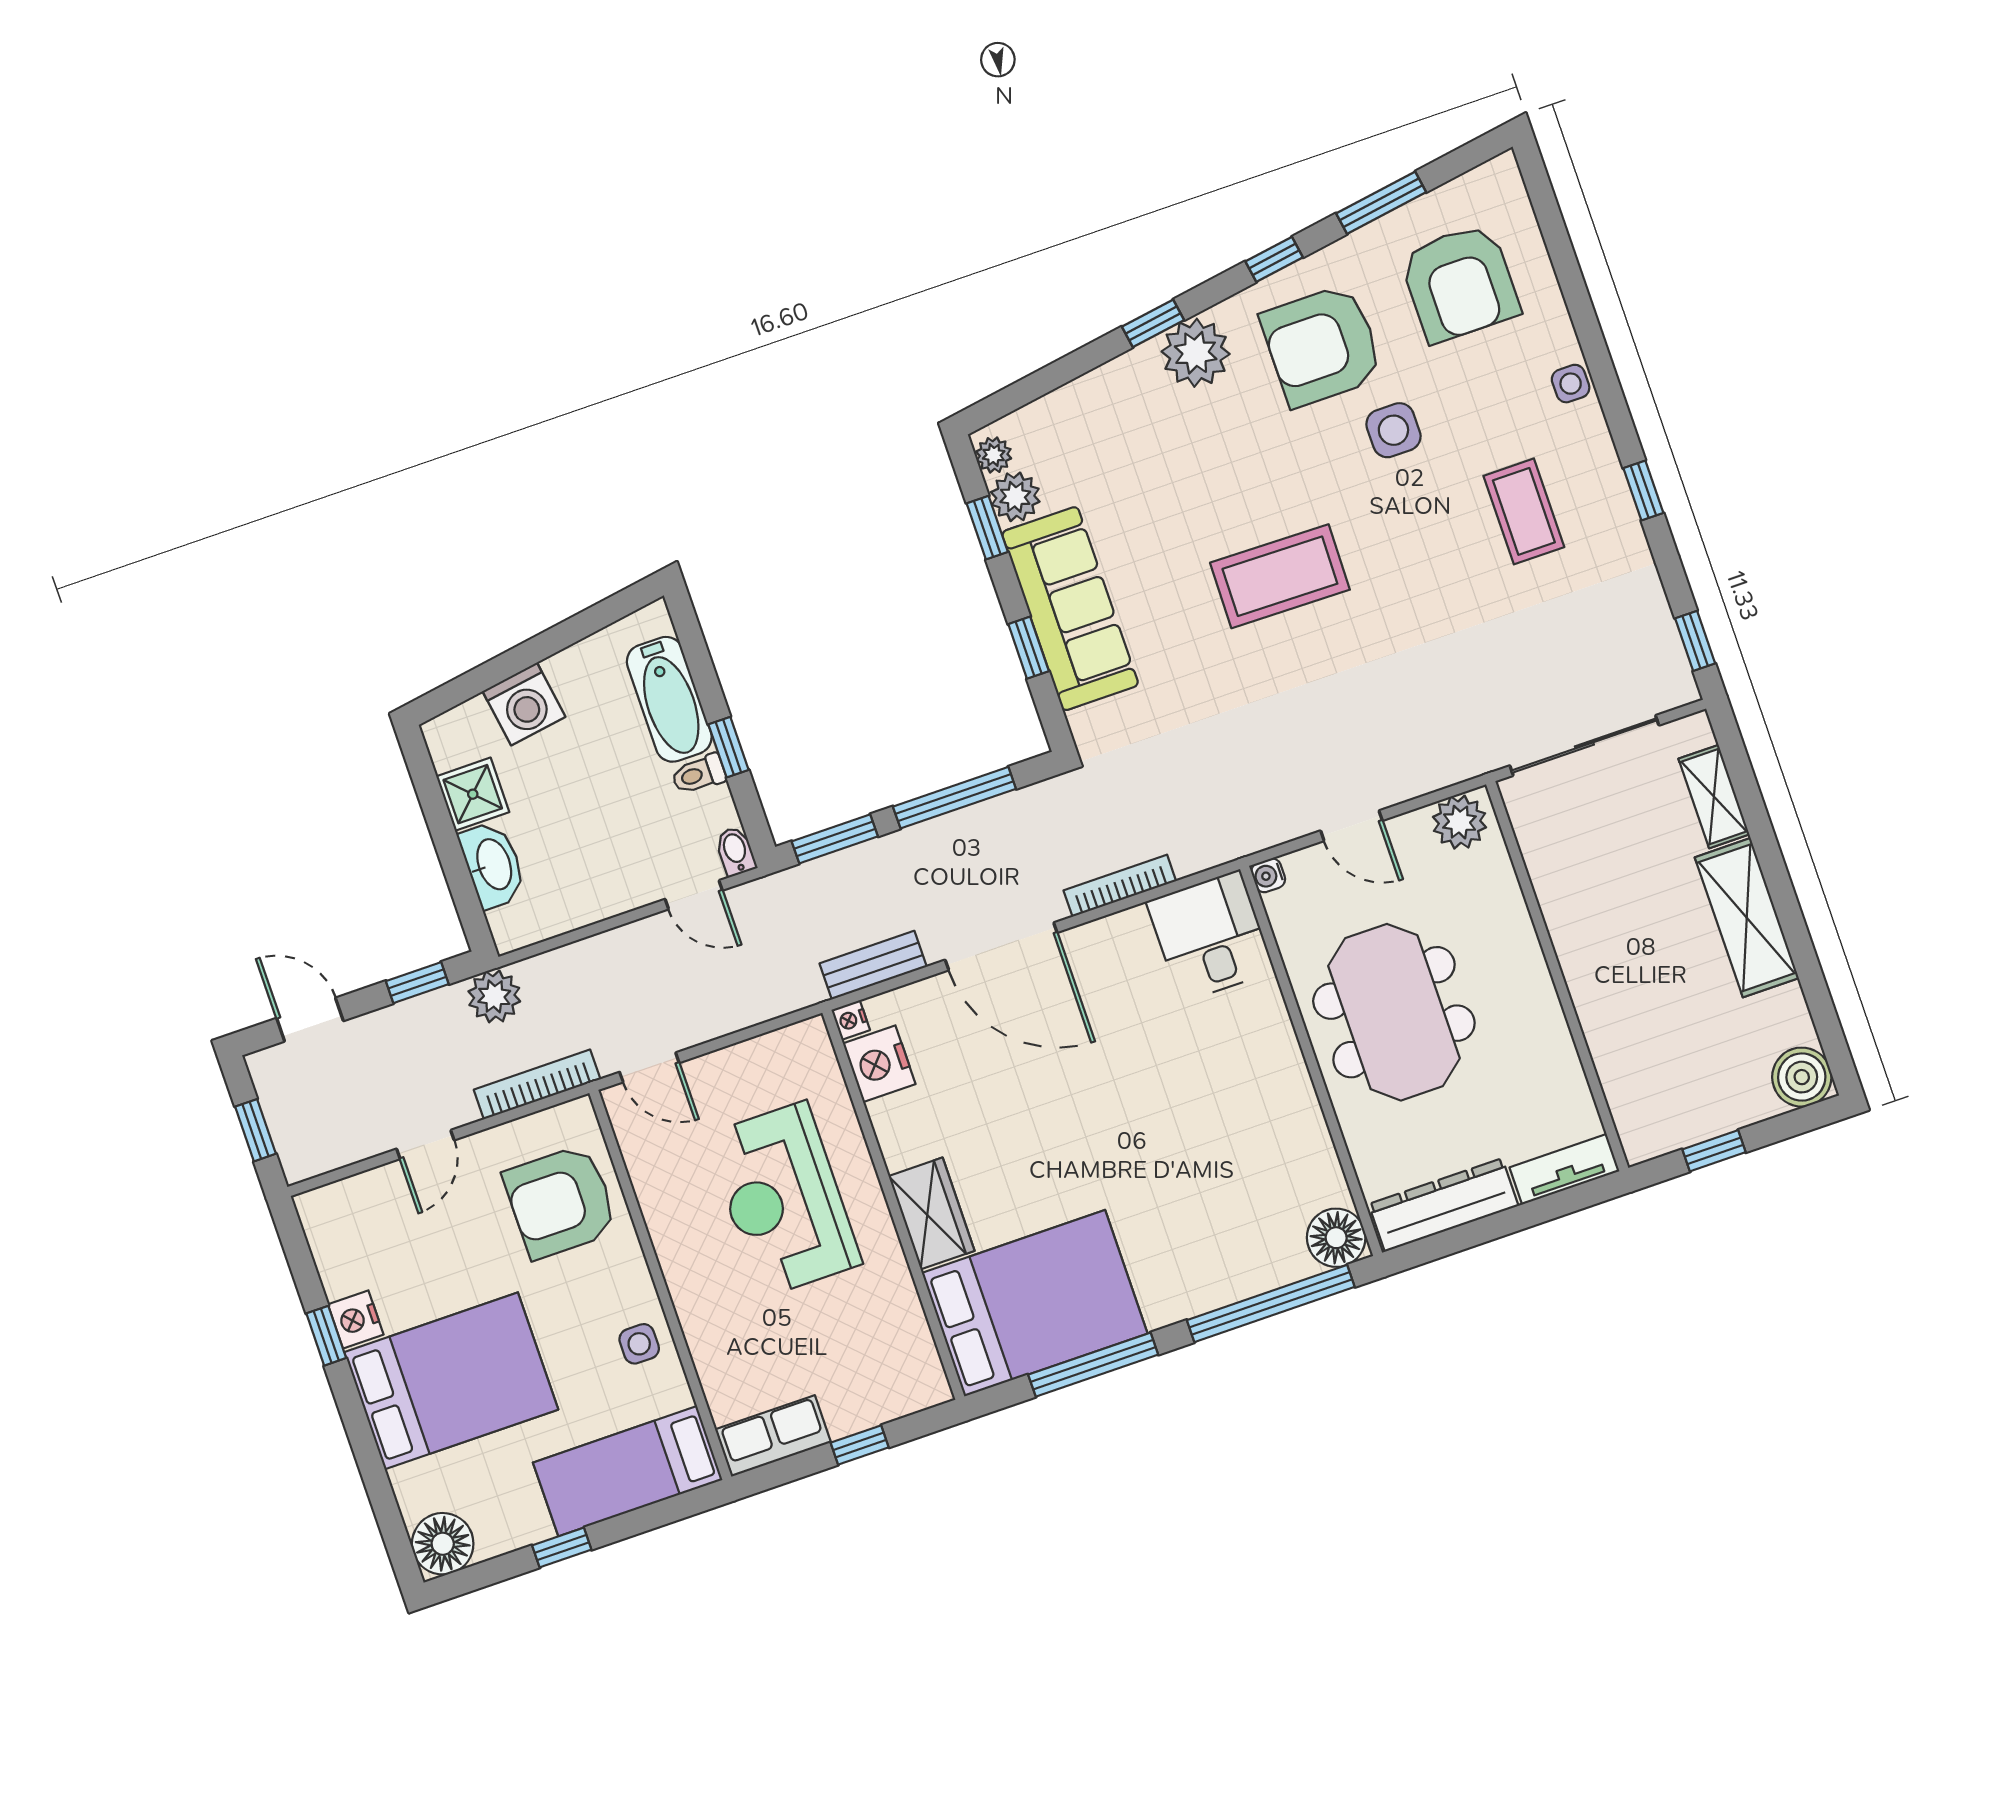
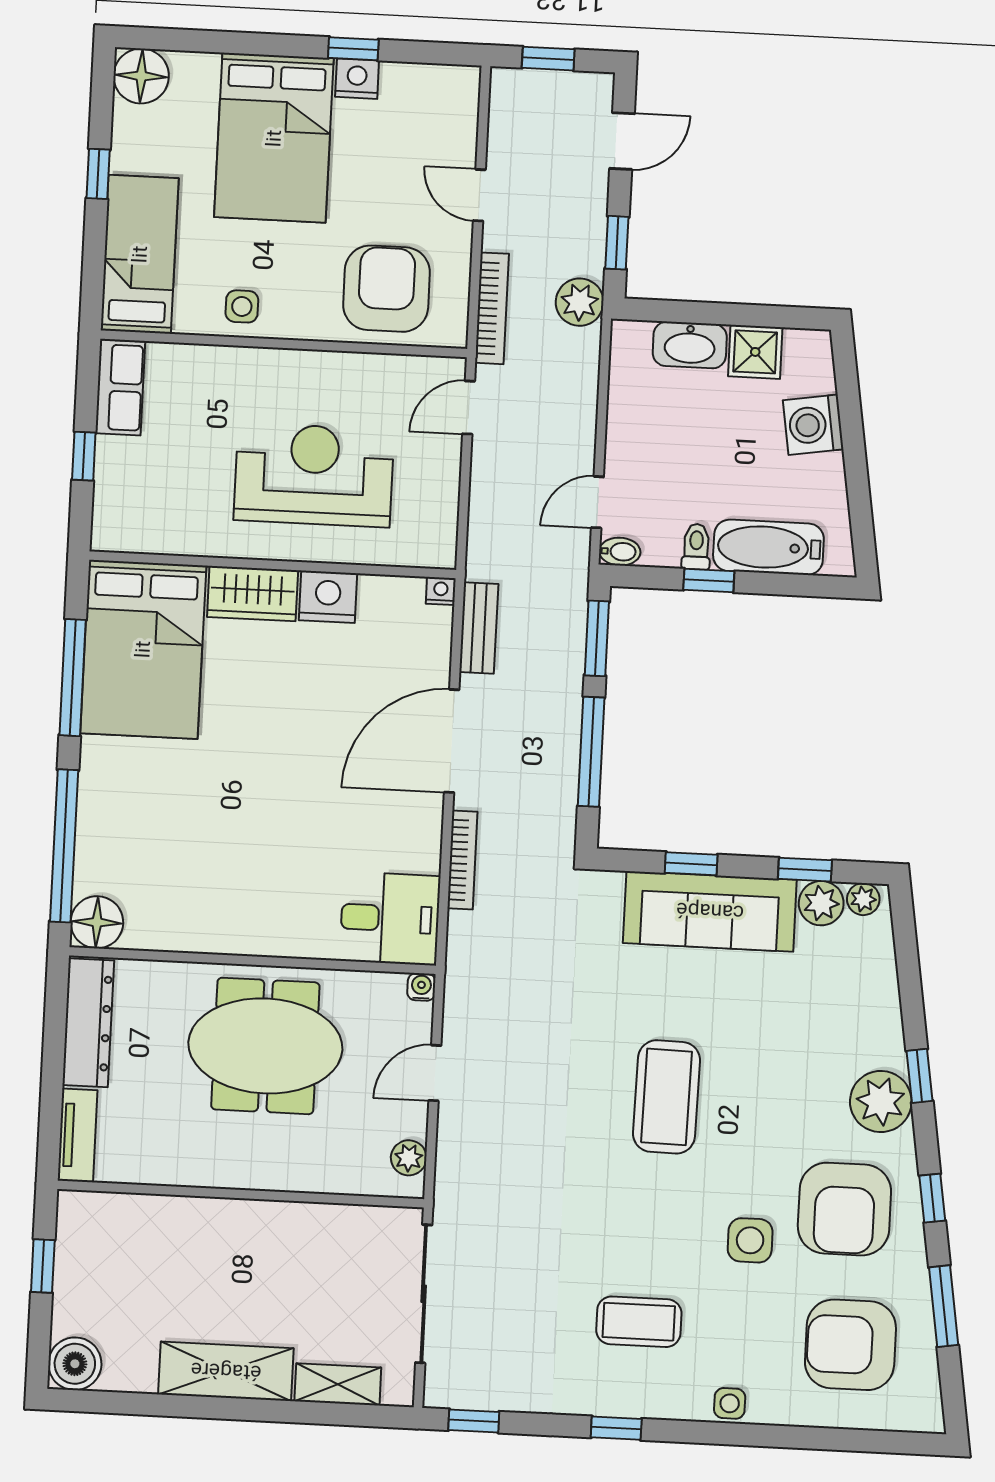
armchair: (1322, 346) -> (844, 1209), turned 180
plant: (1460, 822) -> (409, 1158), width x0.73, depth x0.73
nightstand: (879, 1064) -> (328, 597), moved

